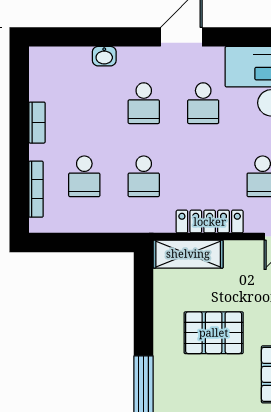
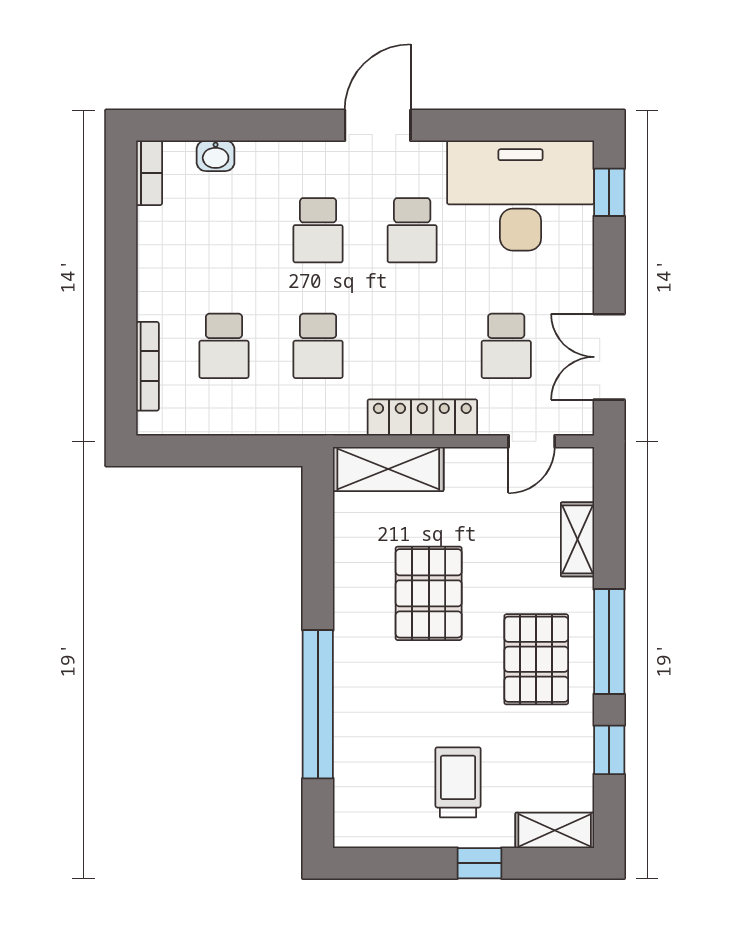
washbasin: (104, 56) -> (216, 156), moved
bookcase: (37, 123) -> (149, 173), moved
pallet: (214, 333) -> (429, 593), turned 90

